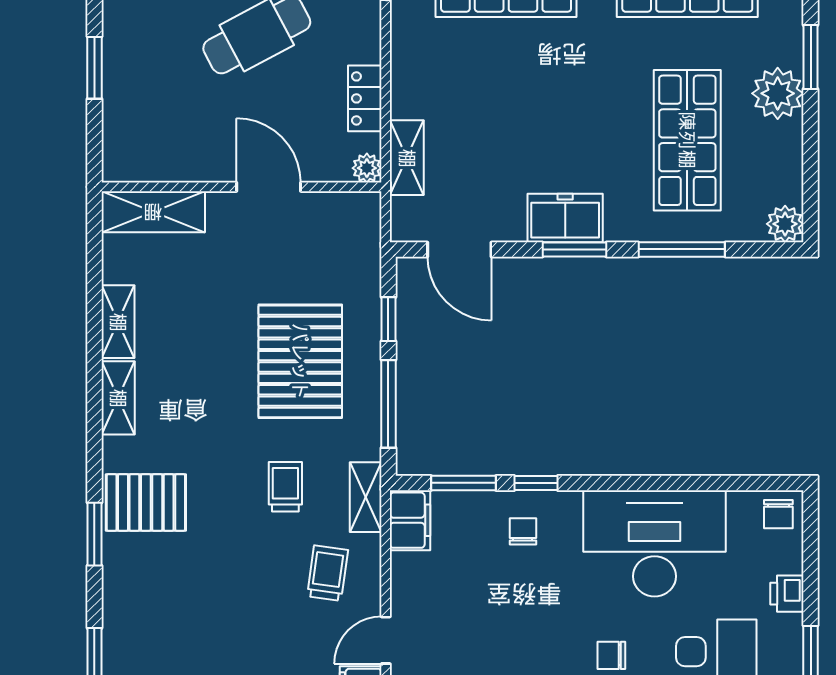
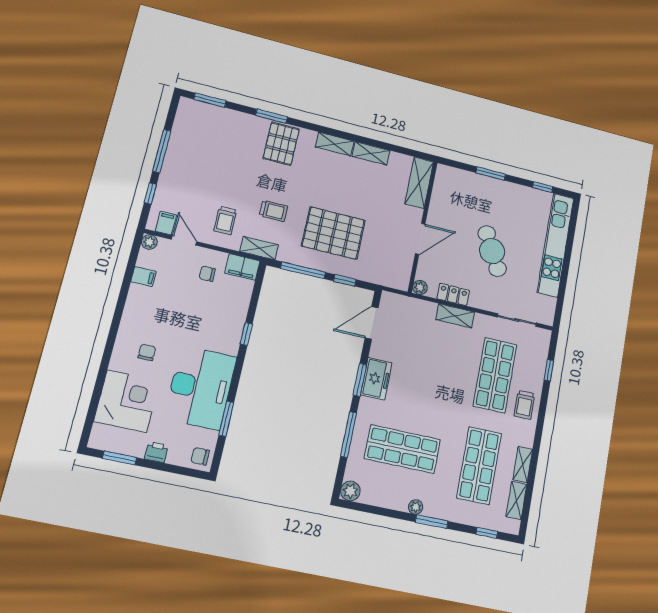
plant: (778, 93) -> (416, 507), width x0.53, depth x0.53
shelving: (407, 158) -> (455, 316), moved
window: (464, 483) -> (226, 419), moved
chair: (523, 531) -> (207, 274), moved, turned 180
trolley: (328, 573) -> (225, 220), turned 82

